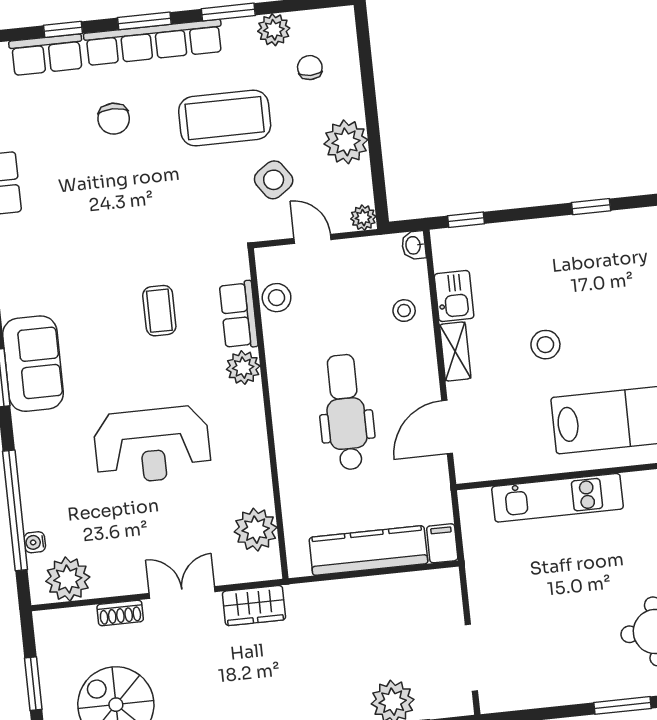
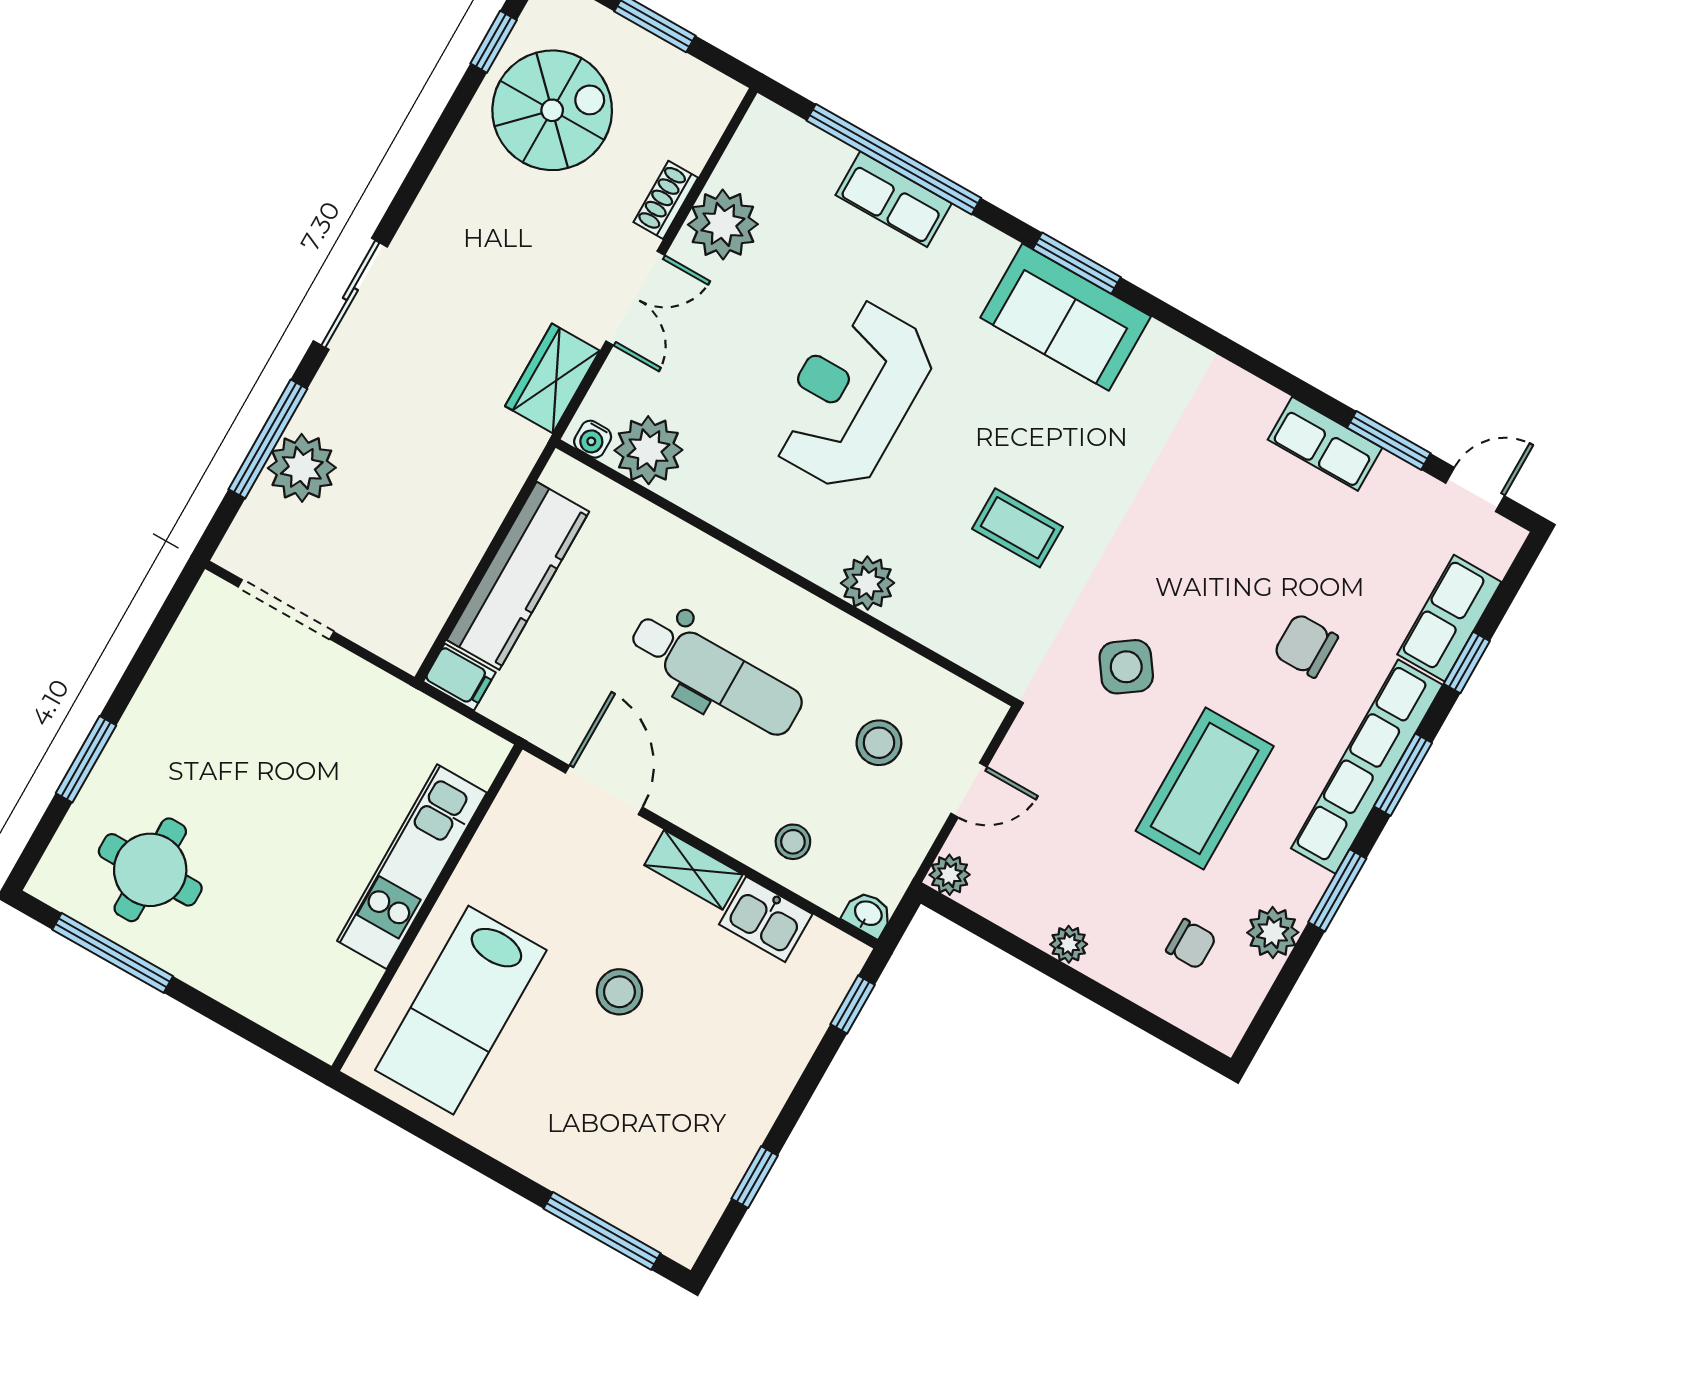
plant: (346, 142) -> (1069, 944), width x0.53, depth x0.53
side table: (274, 180) -> (1126, 667), moved
stool: (277, 298) -> (879, 743), moved
row of seats: (239, 315) -> (894, 199), moved, turned 180
water cooler: (35, 542) -> (593, 439), moved, turned 180
plant: (68, 579) -> (723, 224), moved

